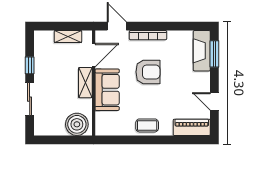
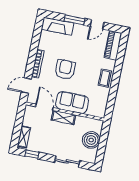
shelving: (68, 37) -> (24, 137), moved
window: (214, 54) -> (74, 20), moved
window: (30, 65) -> (32, 154), moved
boiler: (77, 124) -> (91, 140), moved

